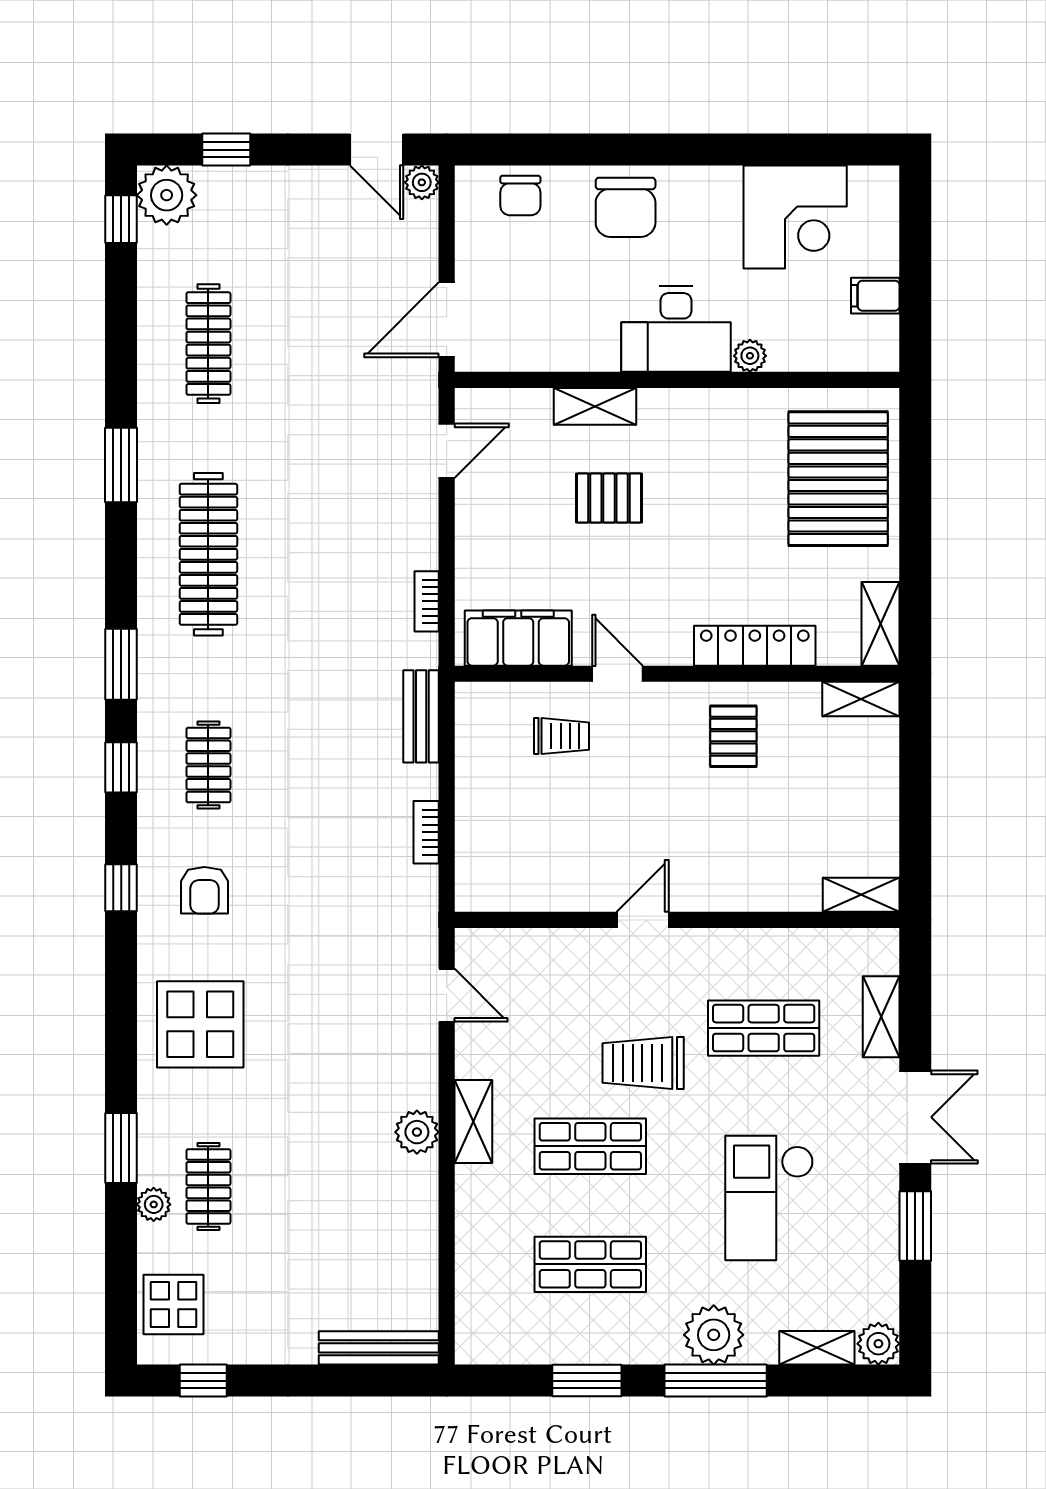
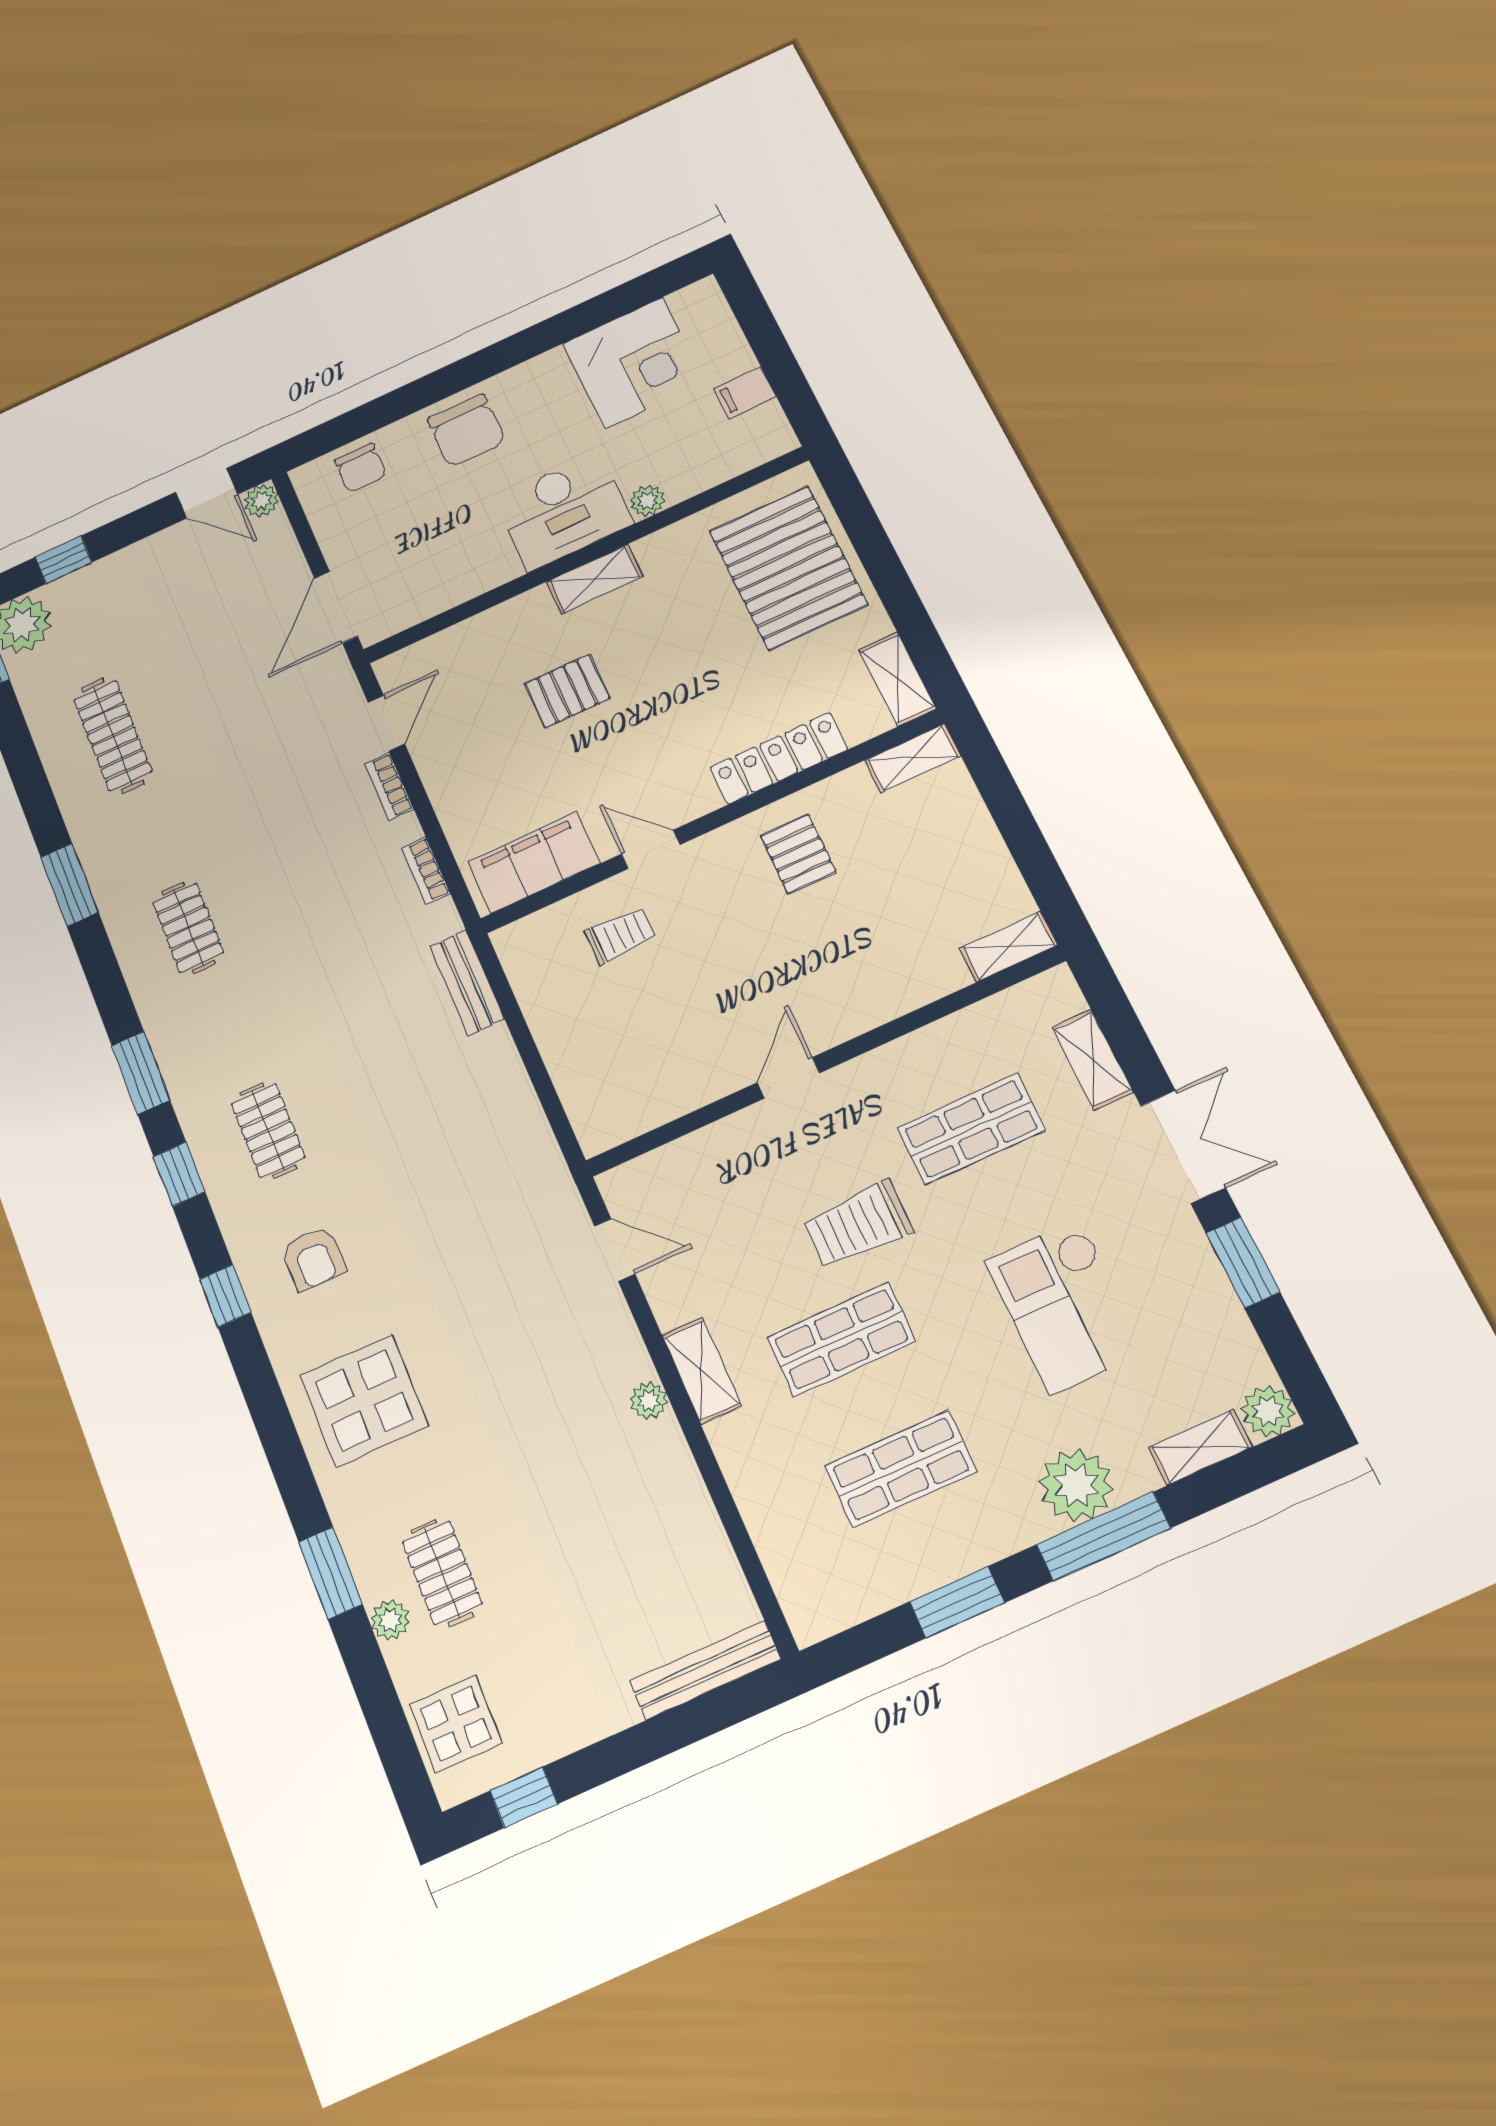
shelving: (595, 406) -> (595, 579), moved
clothes rail: (208, 554) -> (188, 928), width x0.54, depth x0.76
bookcase: (426, 832) -> (389, 786), moved
plant: (417, 1132) -> (649, 1401), width x0.73, depth x0.73

